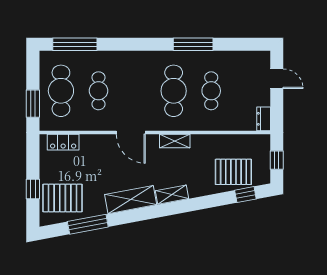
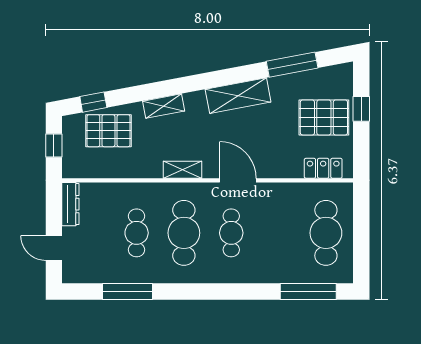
window: (193, 44) -> (128, 292), moved
cafe table: (98, 91) -> (231, 233), moved
window: (33, 104) -> (361, 217), removed
dresser: (264, 119) -> (70, 204), width x1.44
shelving: (172, 195) -> (164, 106), moved
pallet: (63, 198) -> (324, 117), moved

